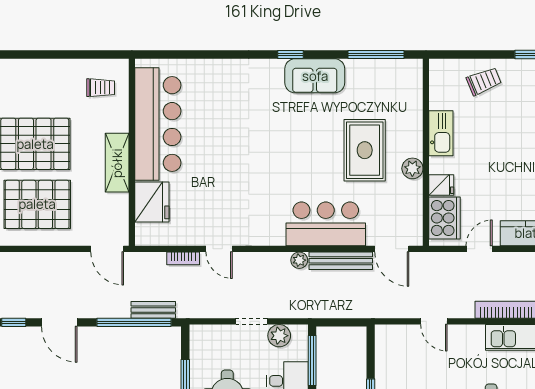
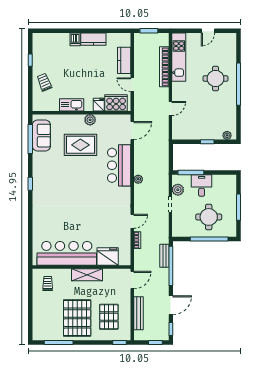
sofa: (315, 76) -> (41, 136), moved
pallet: (37, 204) -> (109, 317), width x0.73, depth x0.71
bench: (341, 261) -> (139, 313), moved

